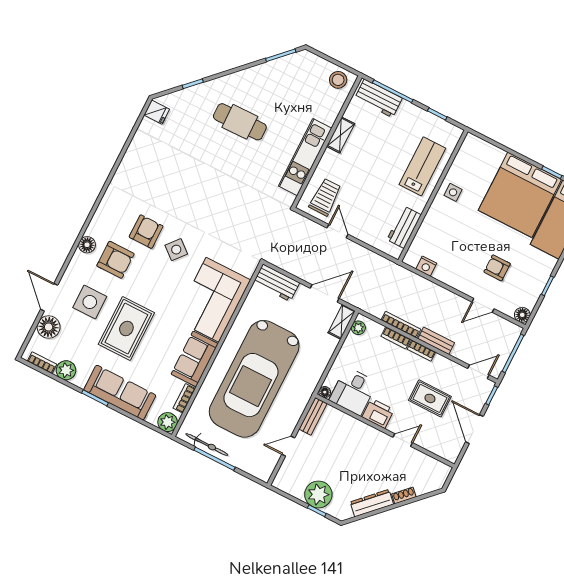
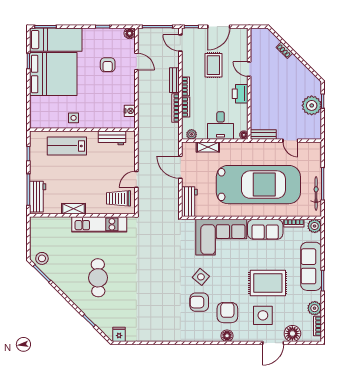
stool: (338, 80) -> (42, 258), moved
shelving: (342, 322) -> (208, 147), moved
desk: (353, 391) -> (221, 125), moved, turned 90
dresser: (372, 503) -> (300, 68), removed

